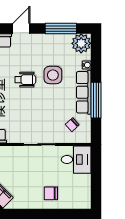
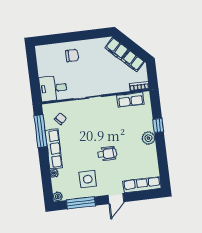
plant: (81, 43) -> (58, 196), width x0.53, depth x0.53
side table: (53, 75) -> (88, 179), moved
wheelchair: (25, 80) -> (107, 154), turned 180
window: (96, 100) -> (40, 131), moved

